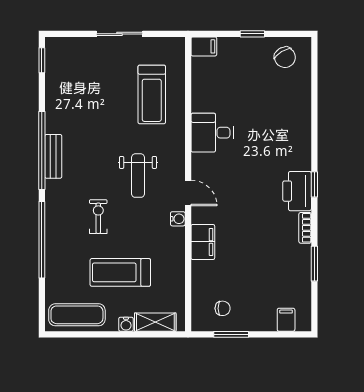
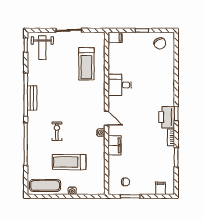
weight bench: (138, 176) -> (42, 48), moved
shelving: (155, 322) -> (88, 190), removed

